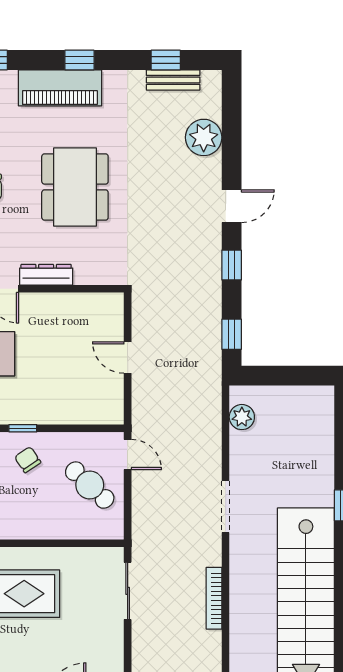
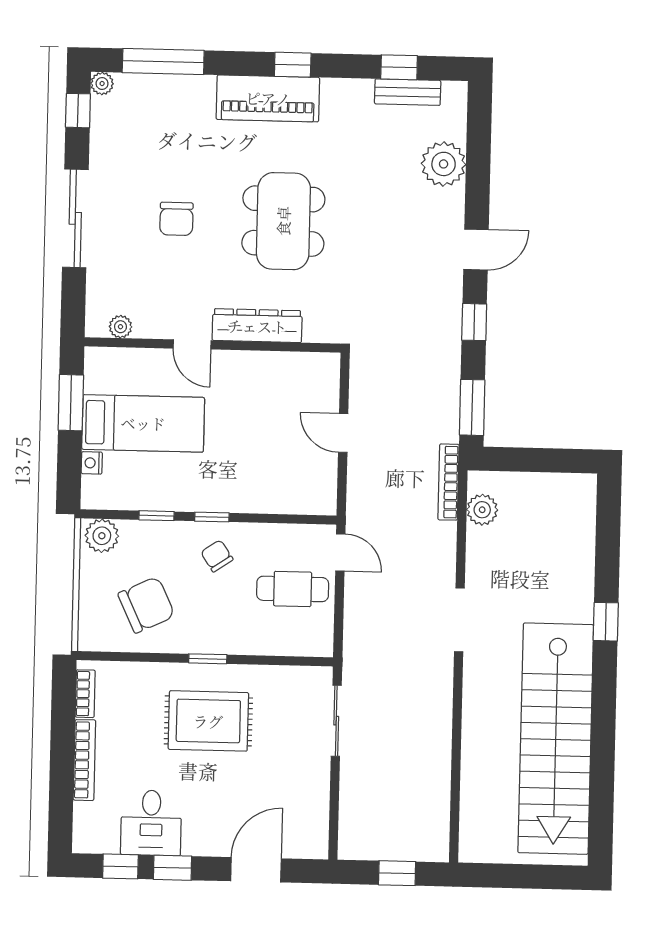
dresser: (46, 275) -> (257, 326), width x1.37, depth x1.24
window: (232, 334) -> (472, 407), width x1.50
cafe table: (90, 485) -> (293, 589), turned -43
window: (22, 543) -> (208, 659), added
bookcase: (214, 598) -> (449, 482), moved

